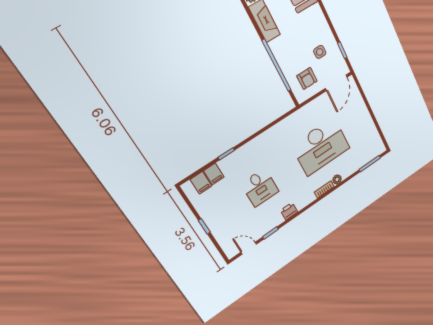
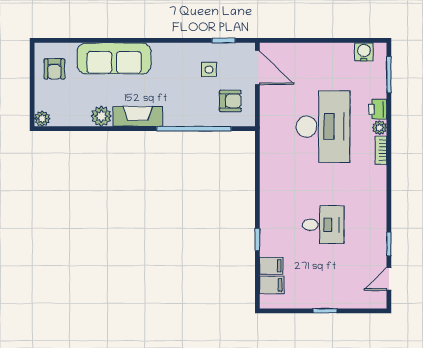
water cooler: (376, 141) -> (364, 52), added
printer: (289, 211) -> (378, 109), moved

